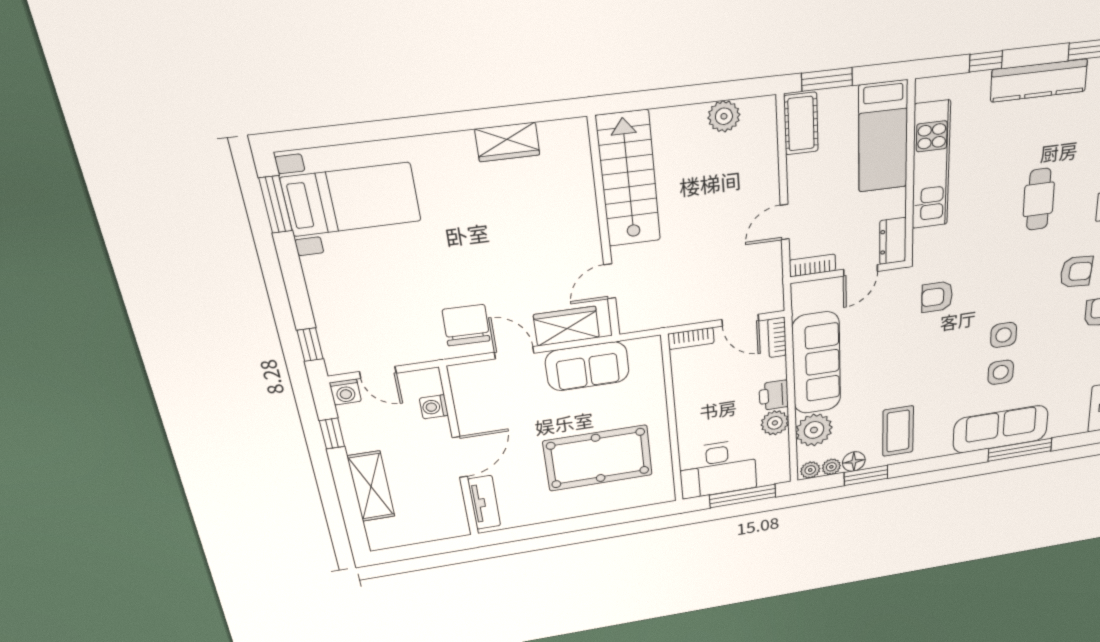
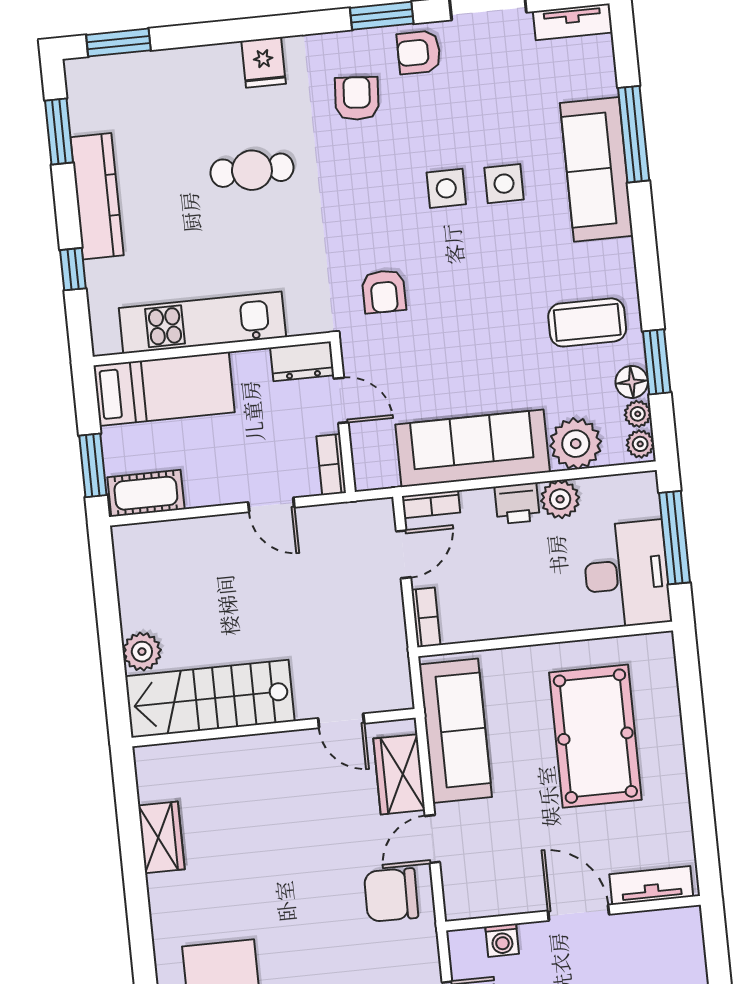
plant: (724, 116) -> (142, 652), moved
sofa: (587, 366) -> (455, 731), width x1.36

